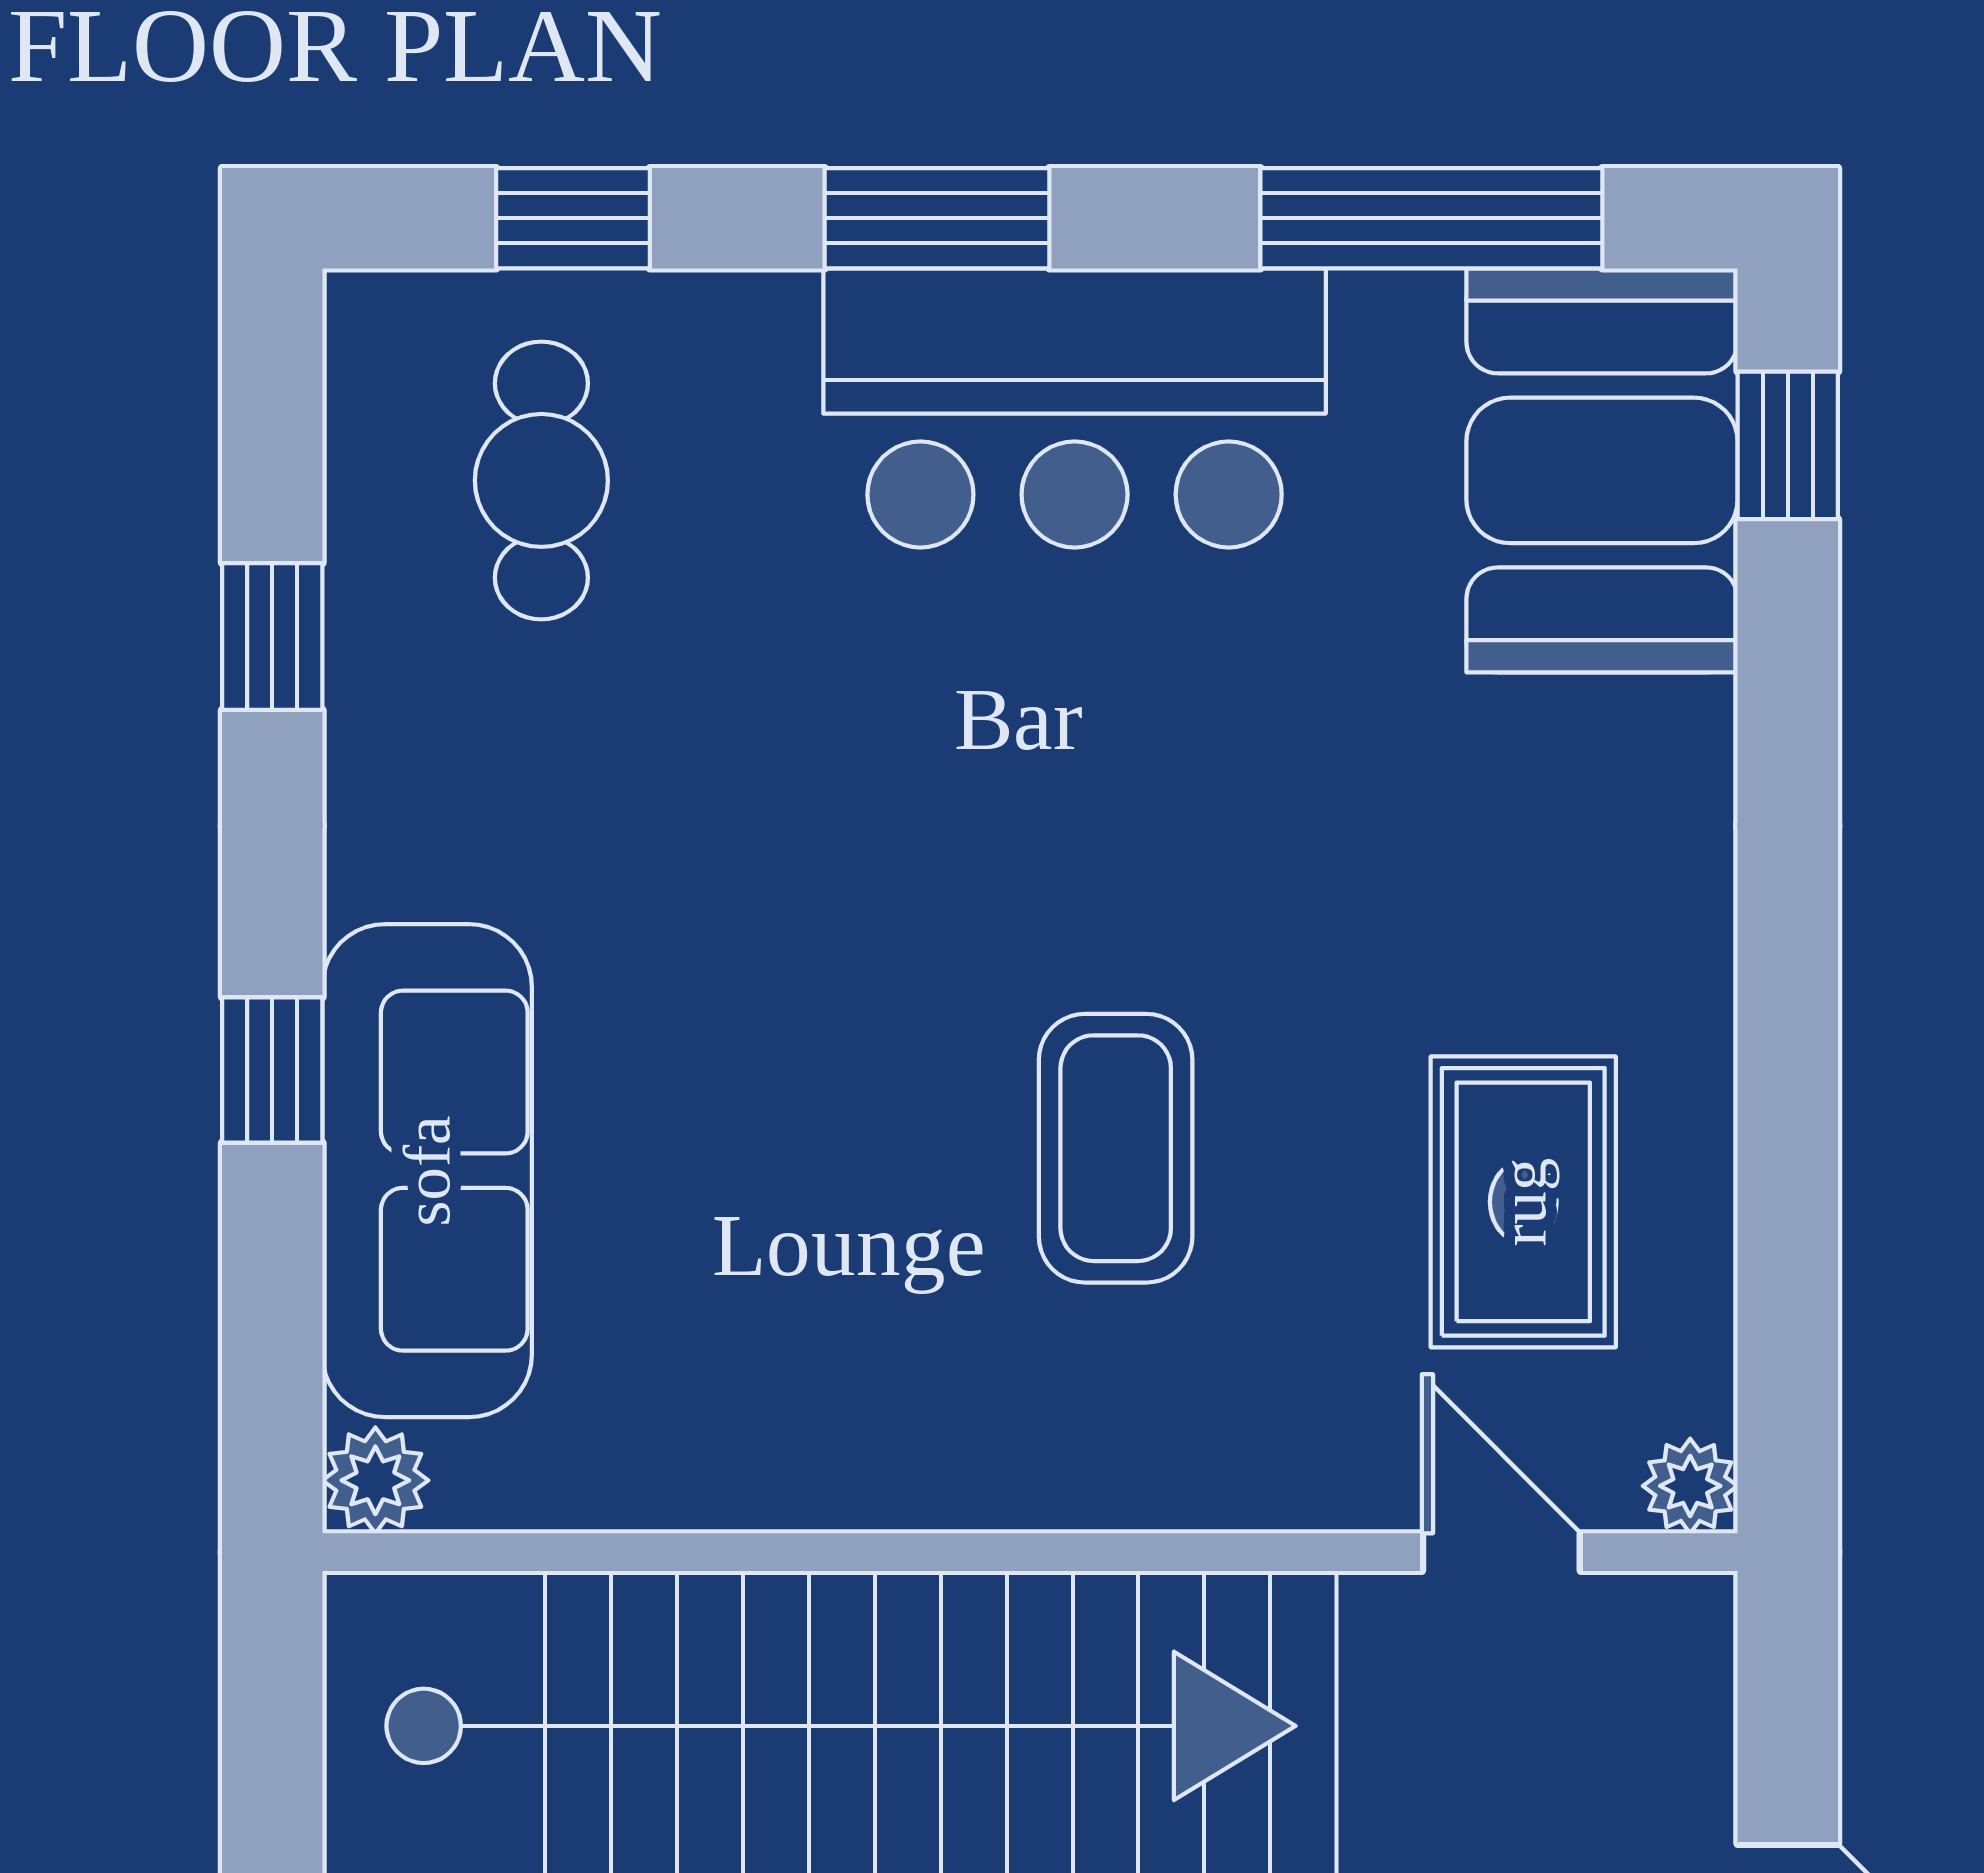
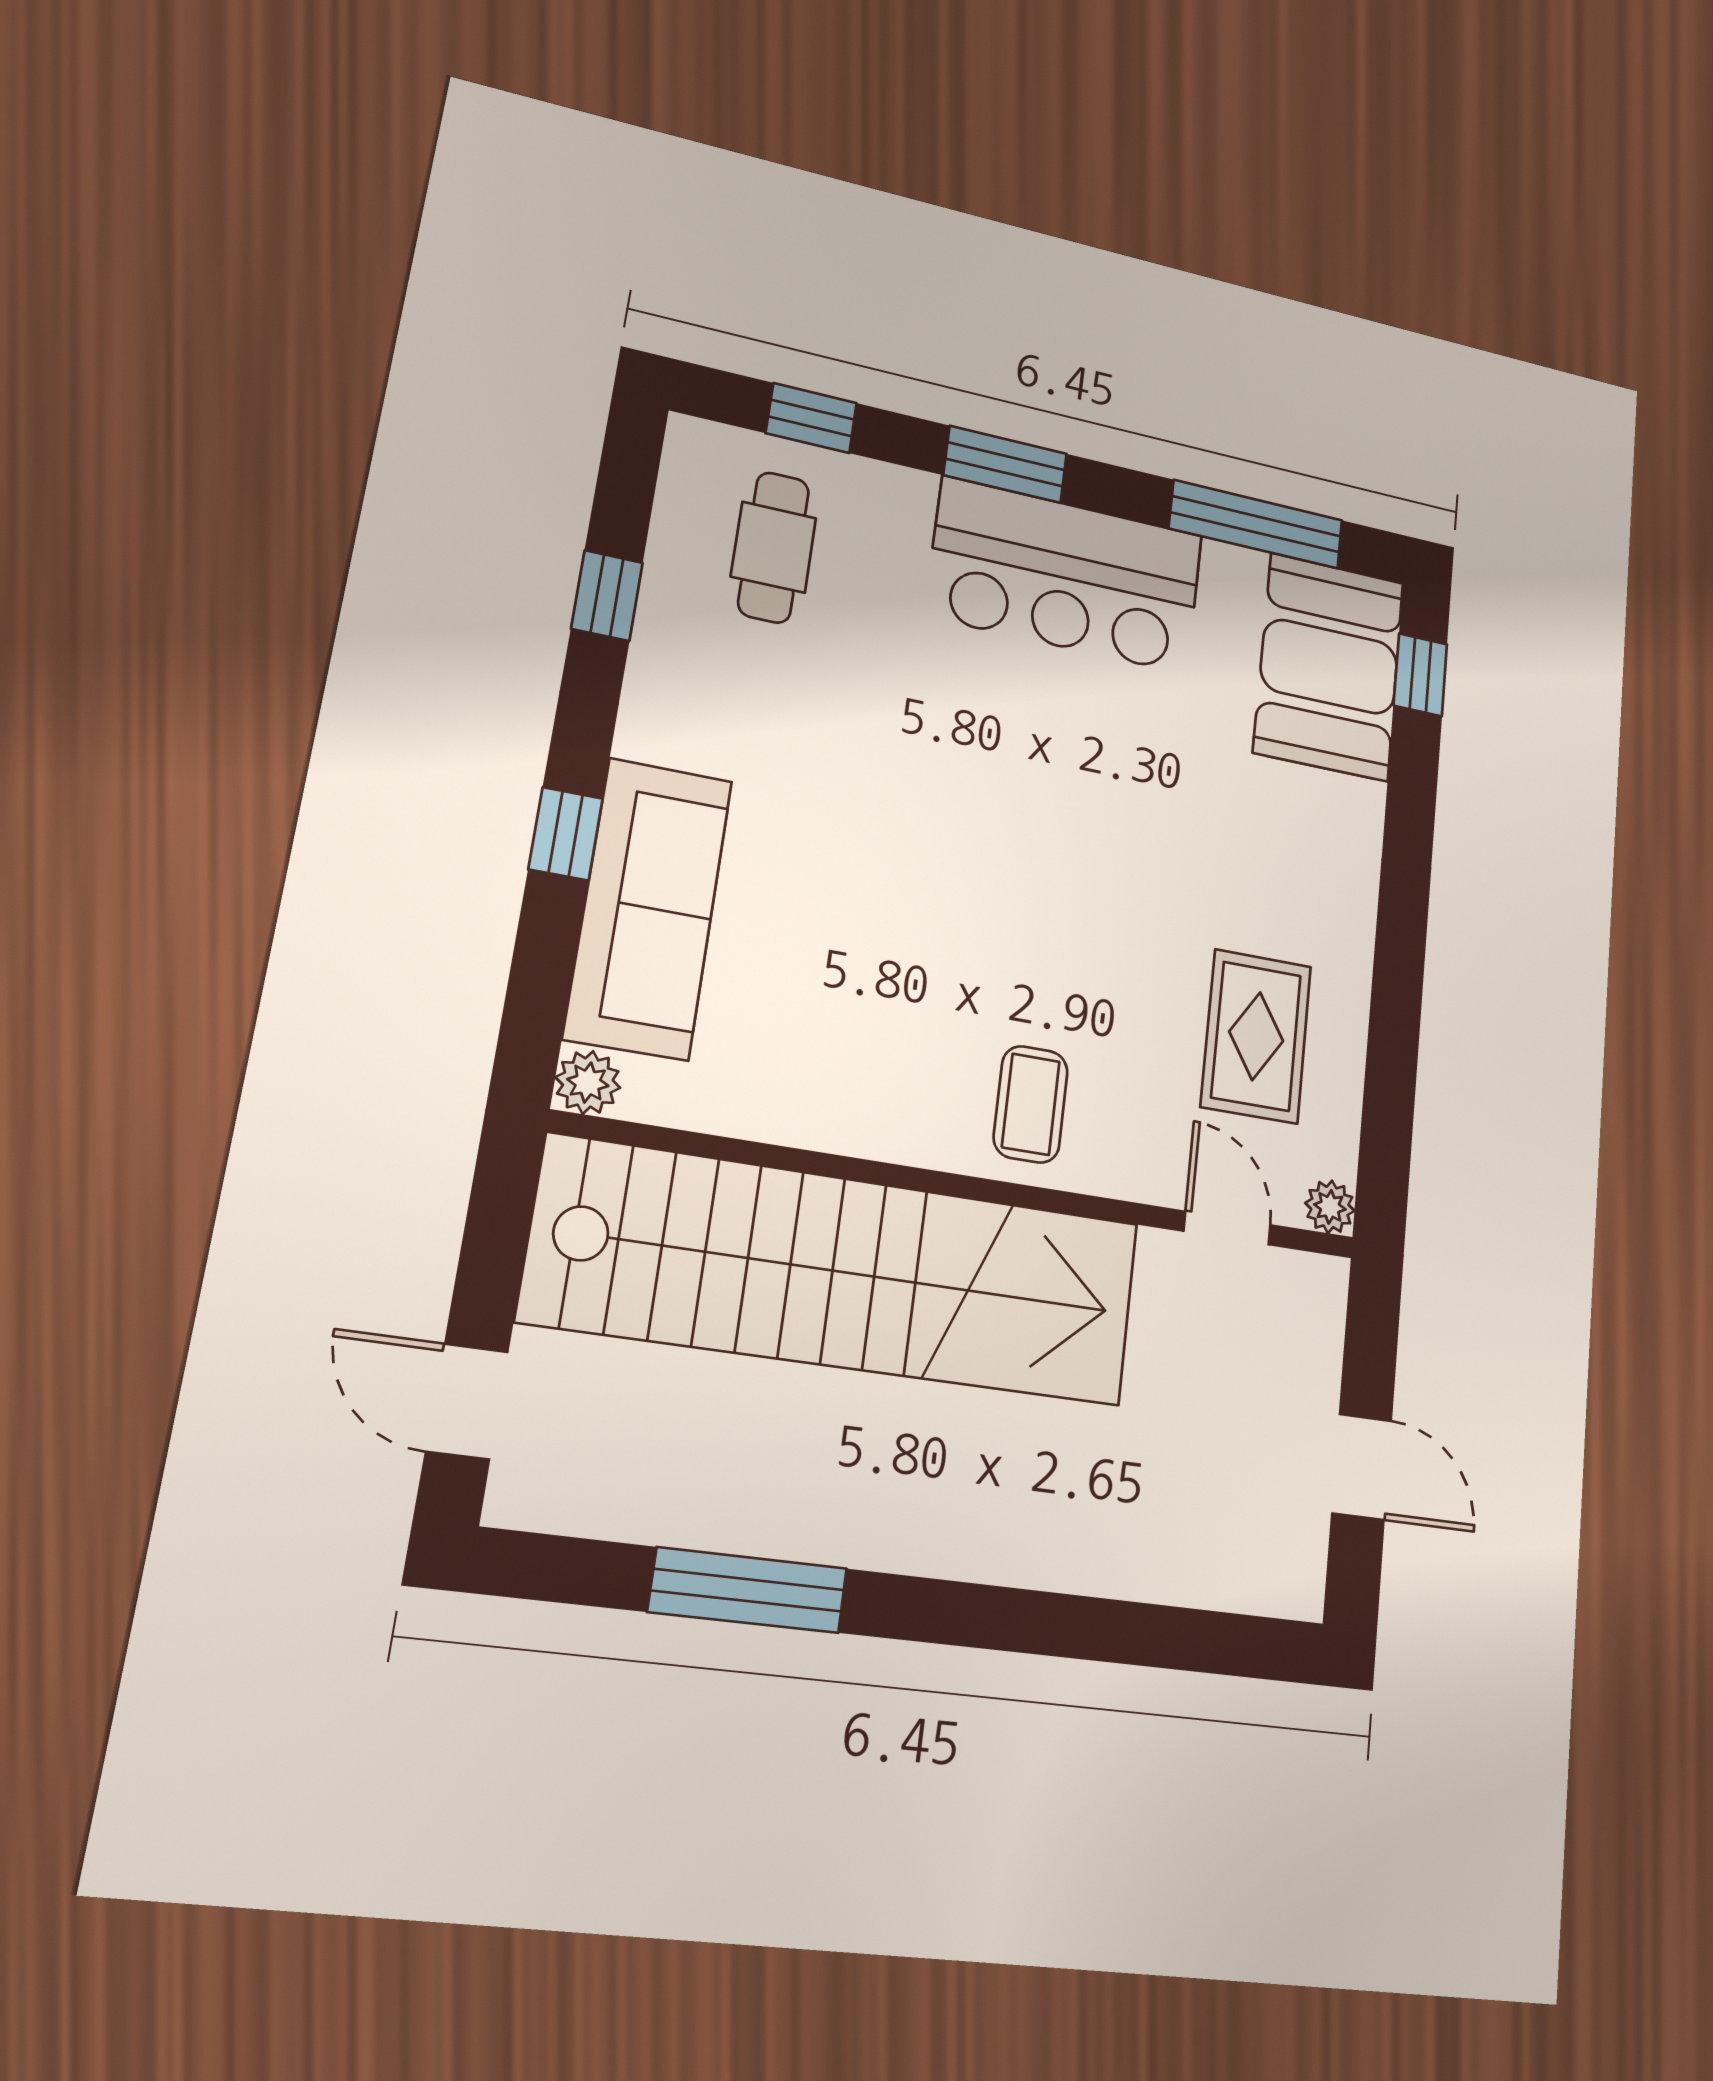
coffee table: (1116, 1148) -> (1031, 1104), moved, width x0.73, depth x0.77

